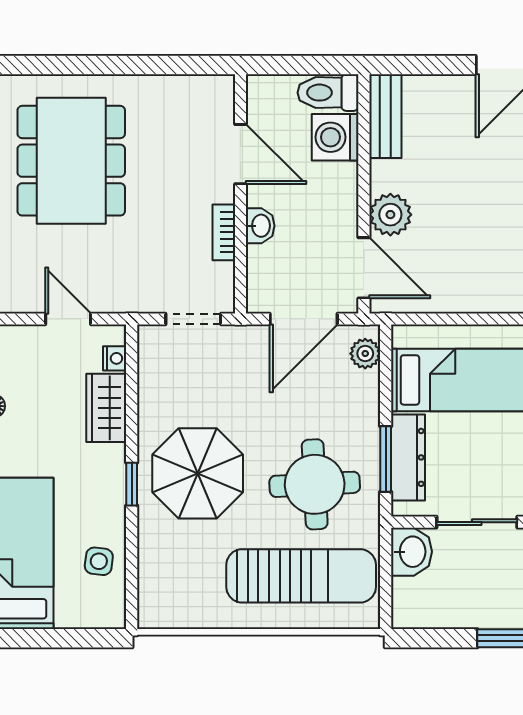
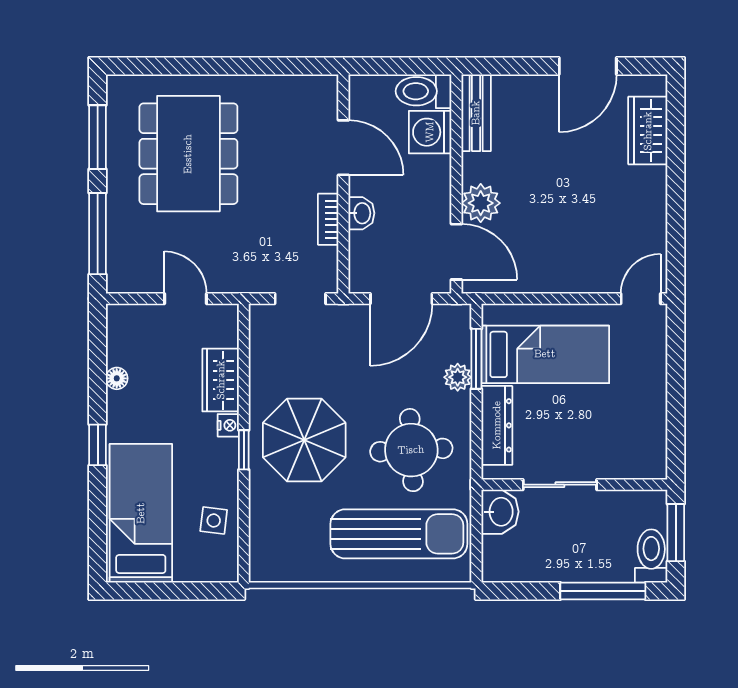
plant: (365, 354) -> (458, 377), moved
nightstand: (115, 358) -> (228, 425), moved
window: (386, 459) -> (476, 359), moved

